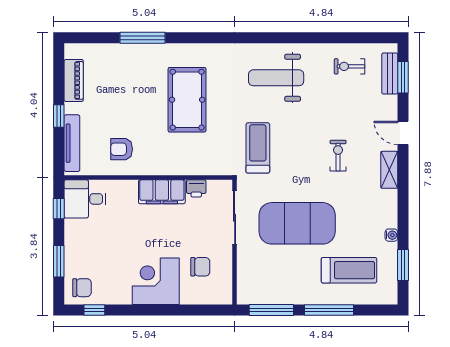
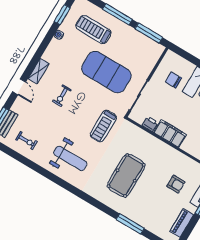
armchair: (122, 149) -> (176, 184), moved

